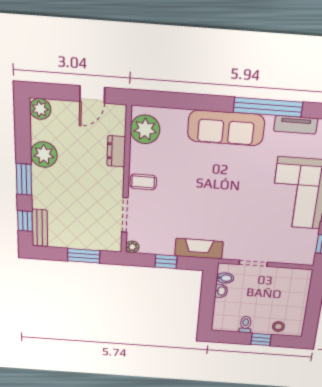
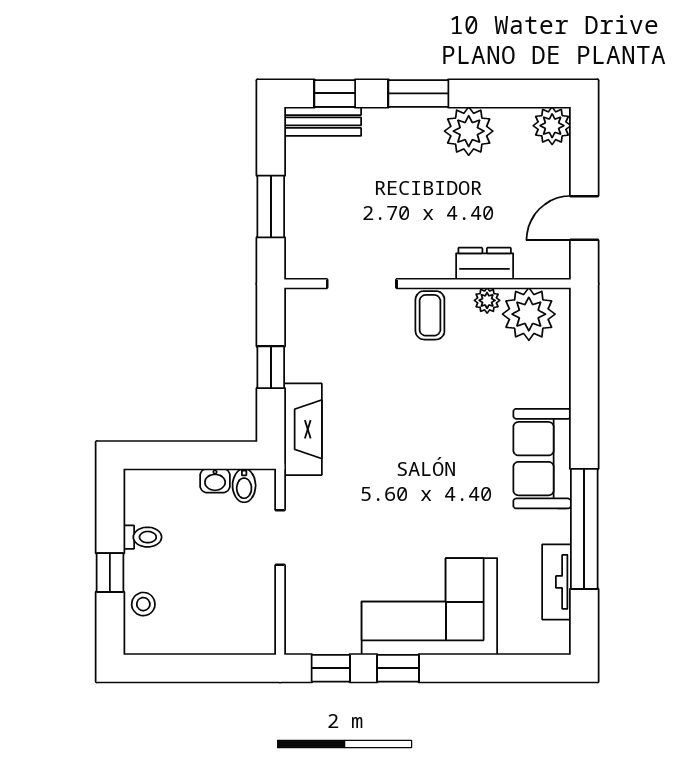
door: (92, 94) -> (584, 218), hinge flipped
sofa: (226, 128) -> (542, 459), width x0.73
plant: (132, 247) -> (487, 300), moved

